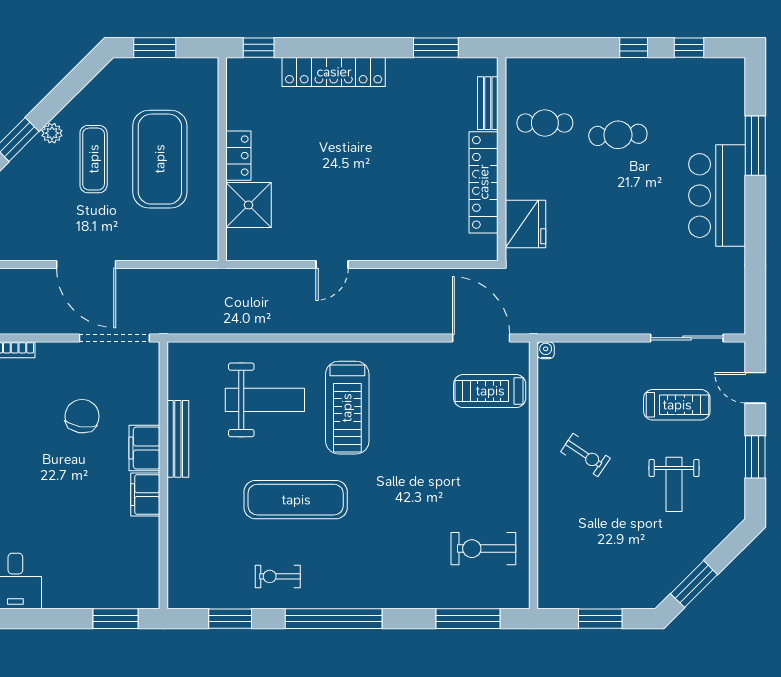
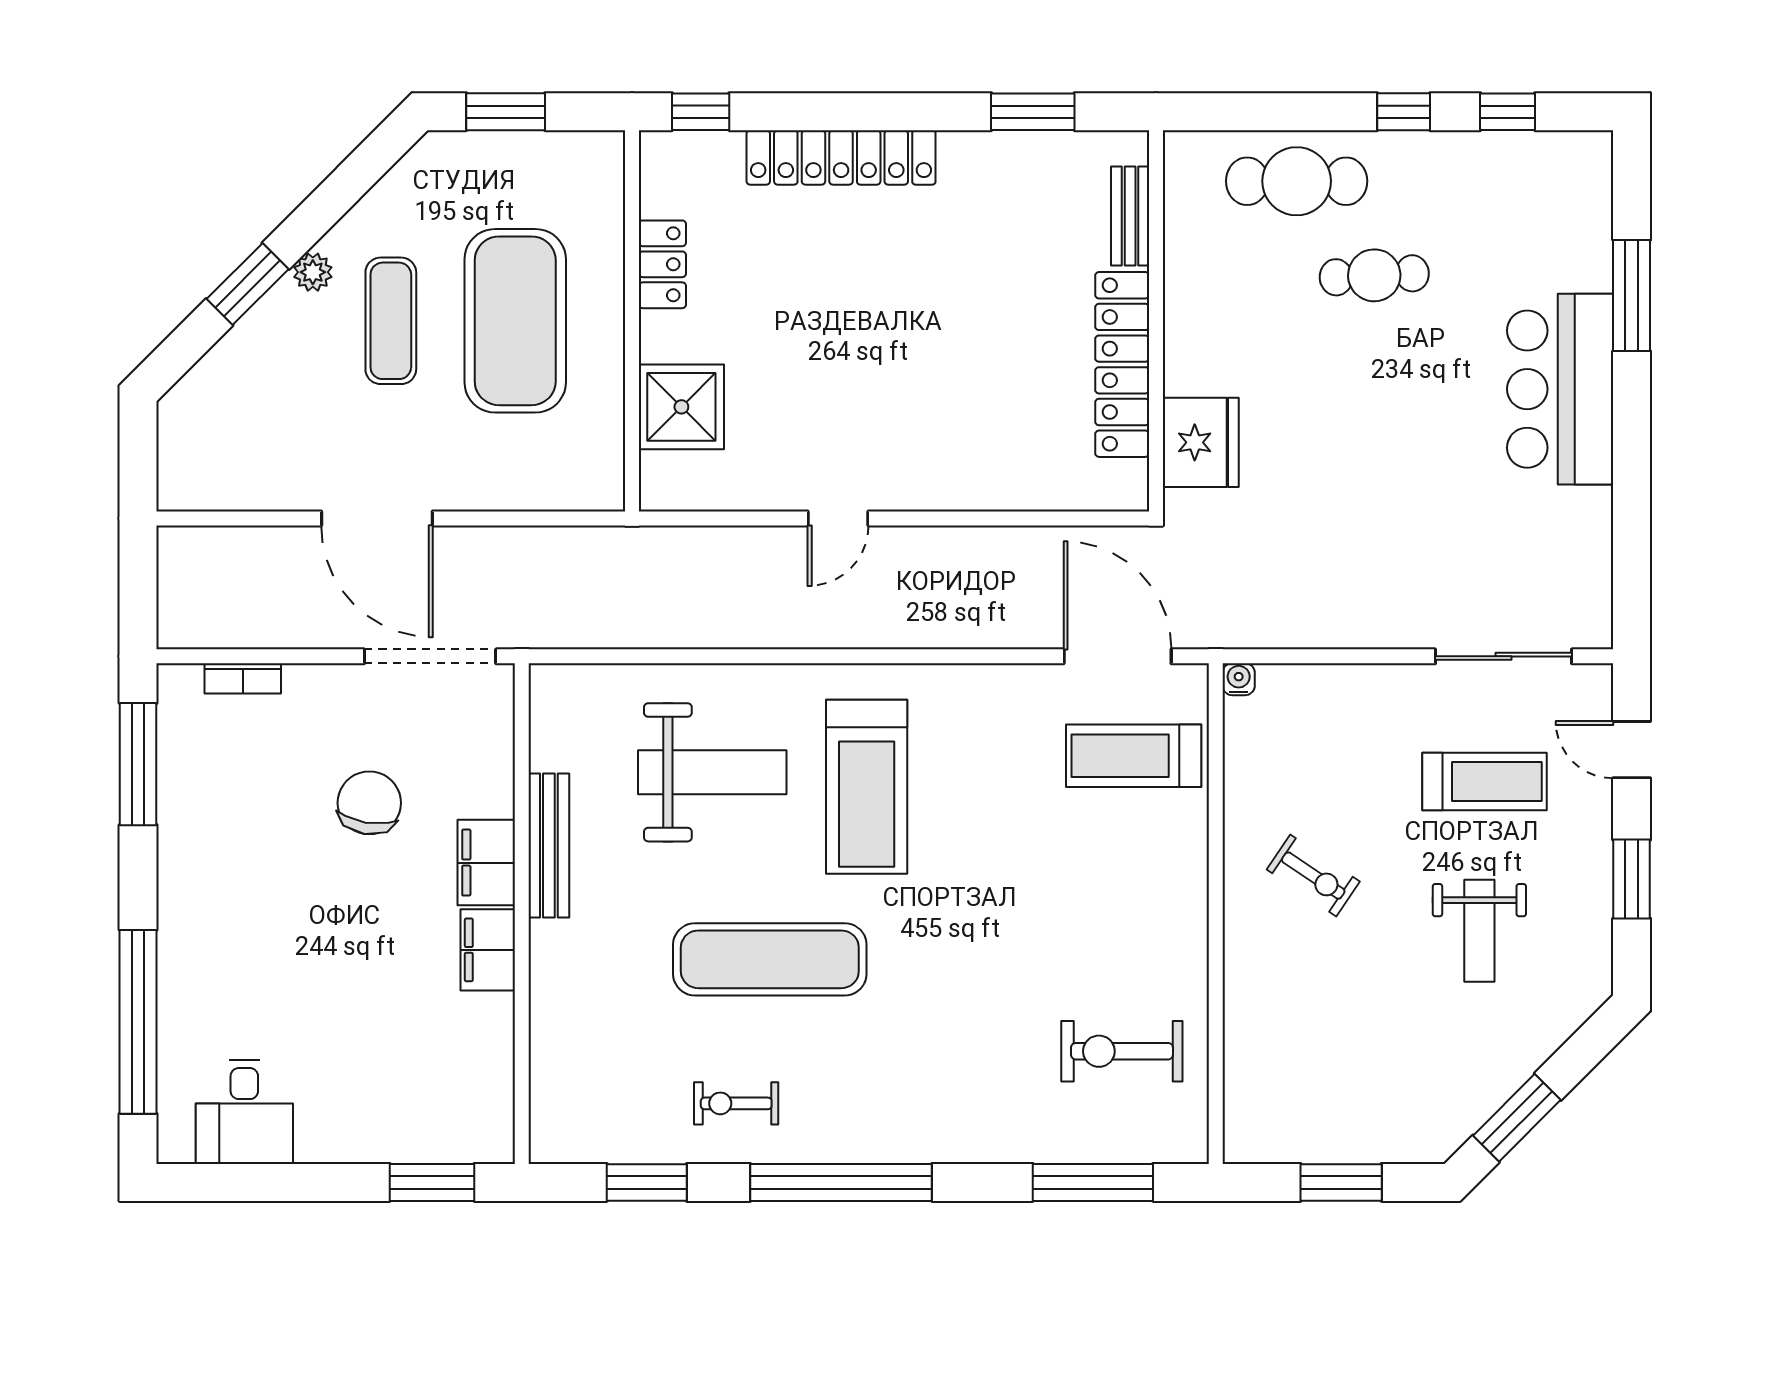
cafe table: (545, 123) -> (1297, 181), moved, width x1.37, depth x1.35
locker: (238, 156) -> (662, 264), moved

